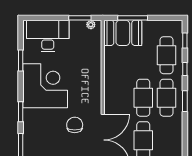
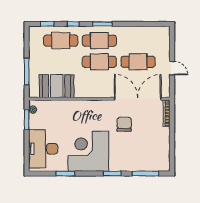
booth: (123, 33) -> (57, 86), moved, turned 90
chair: (75, 125) -> (124, 124), turned 90

